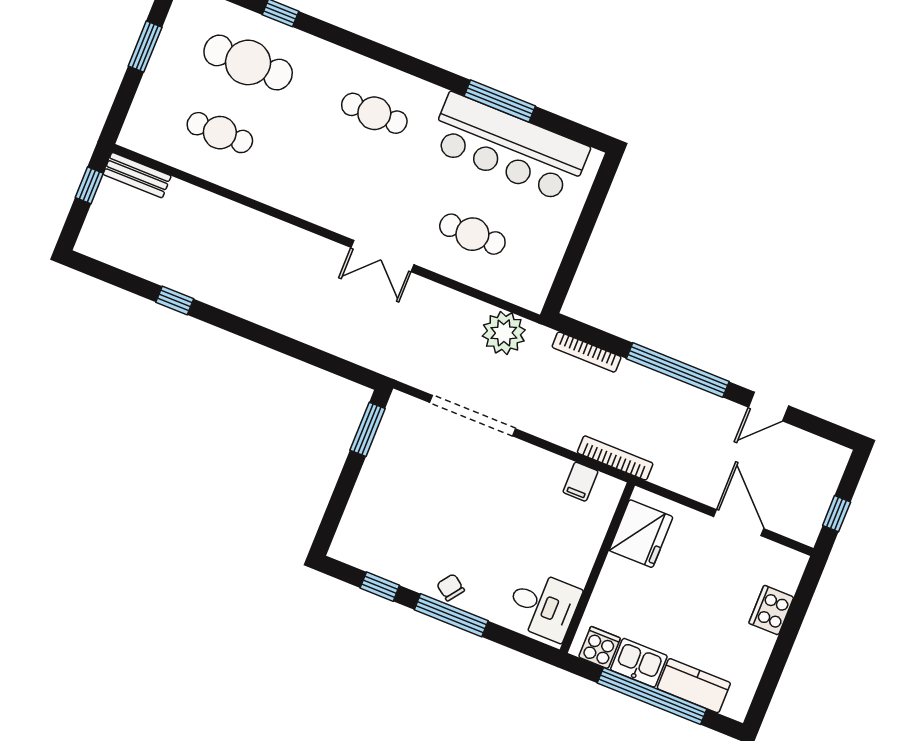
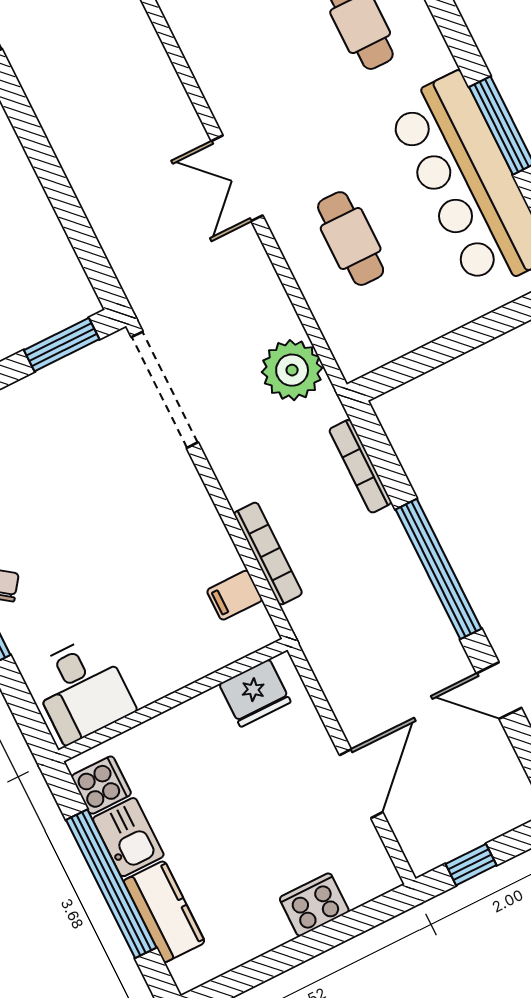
doorway: (473, 416) -> (165, 390), moved
bookcase: (615, 458) -> (268, 554), moved
fridge: (641, 534) -> (255, 693), width x0.73, depth x0.75

